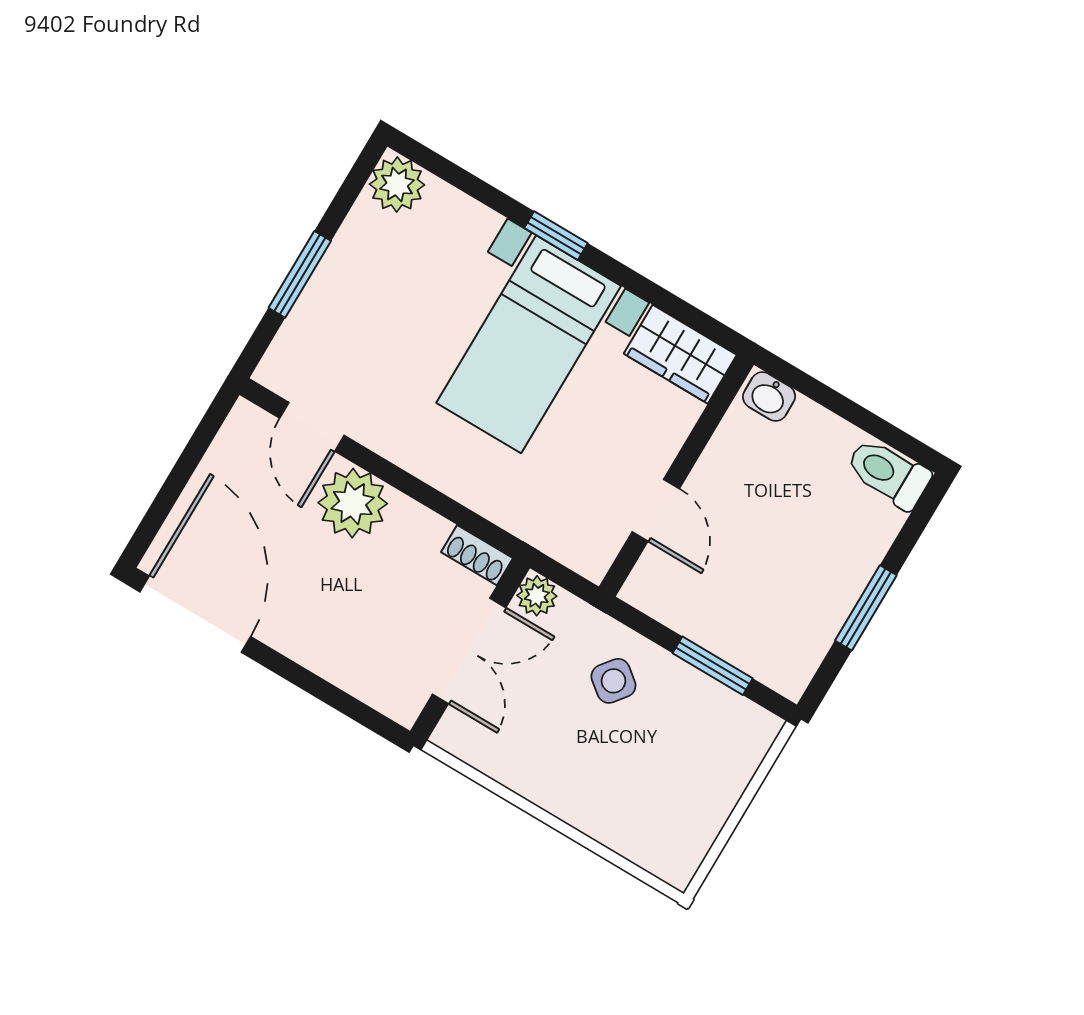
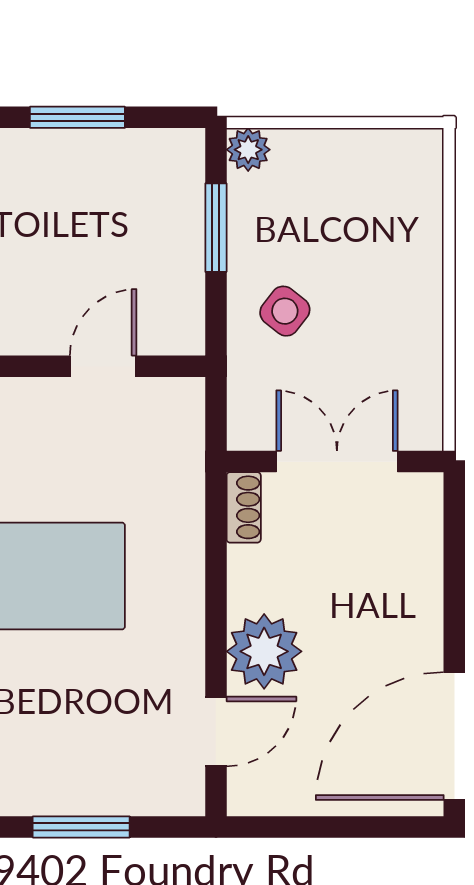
plant: (537, 596) -> (248, 150), moved

